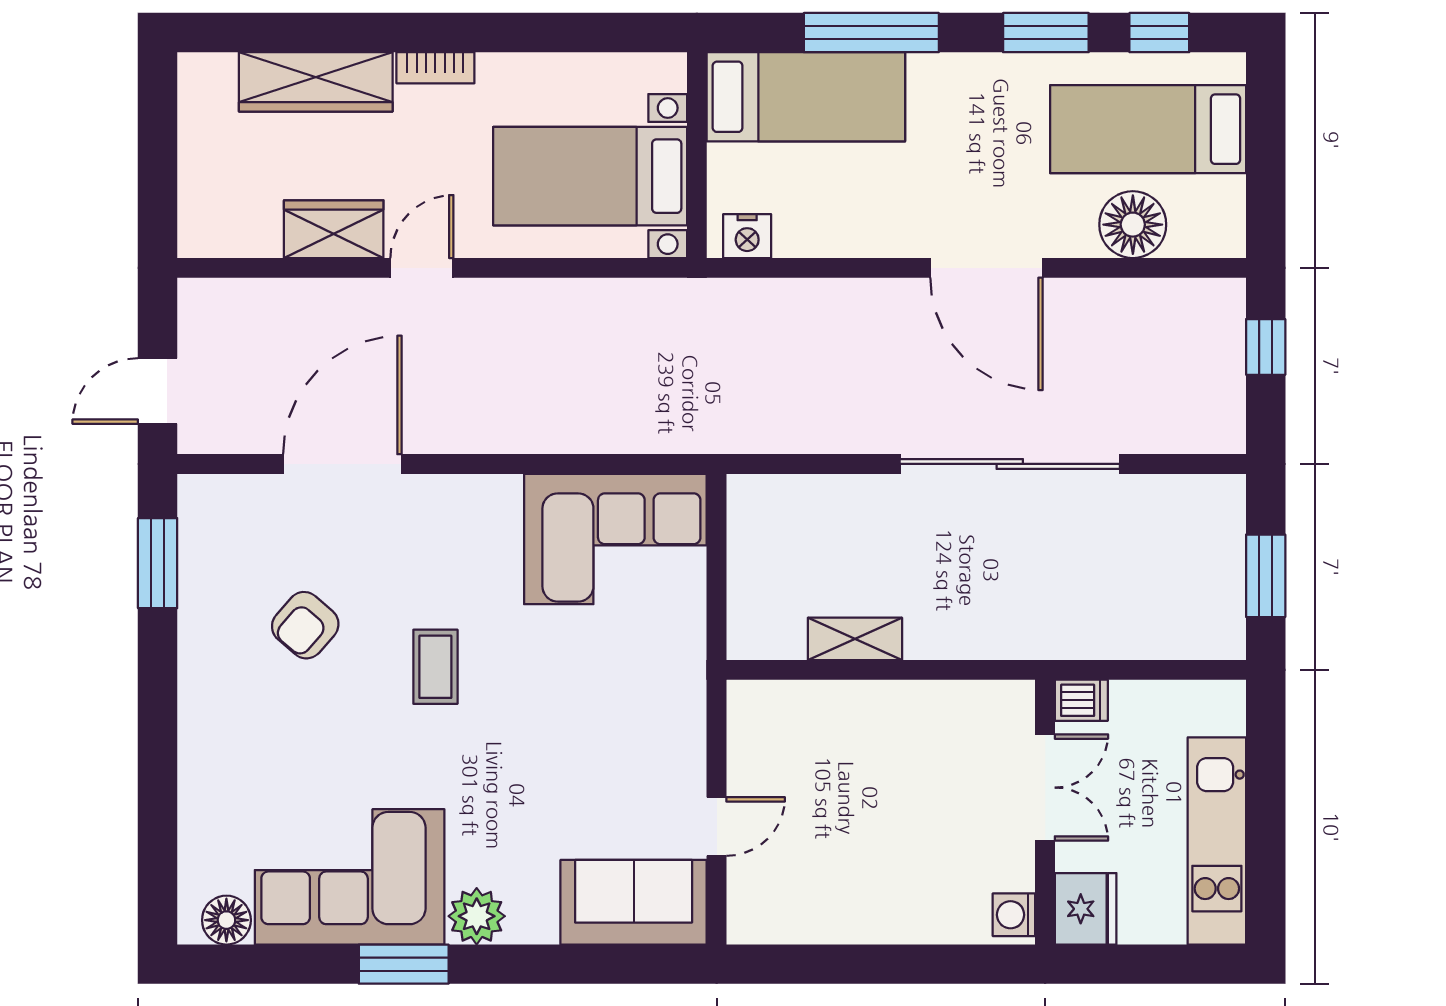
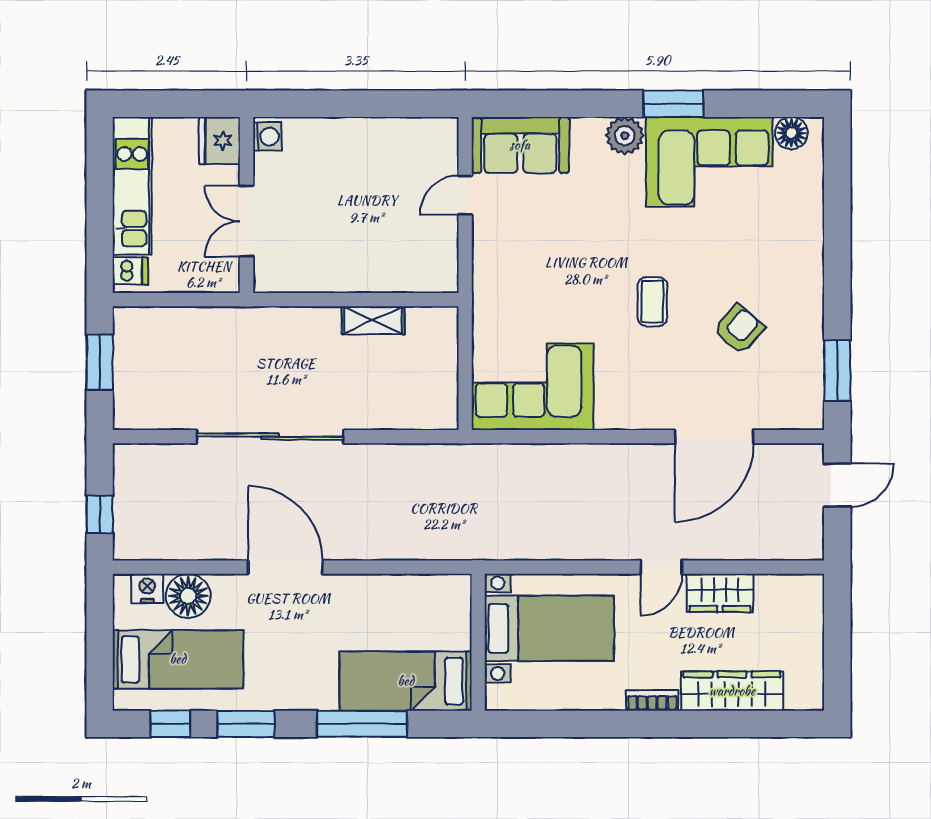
nightstand: (747, 236) -> (147, 588), moved
dishwasher: (1081, 700) -> (130, 271), moved, turned 180

